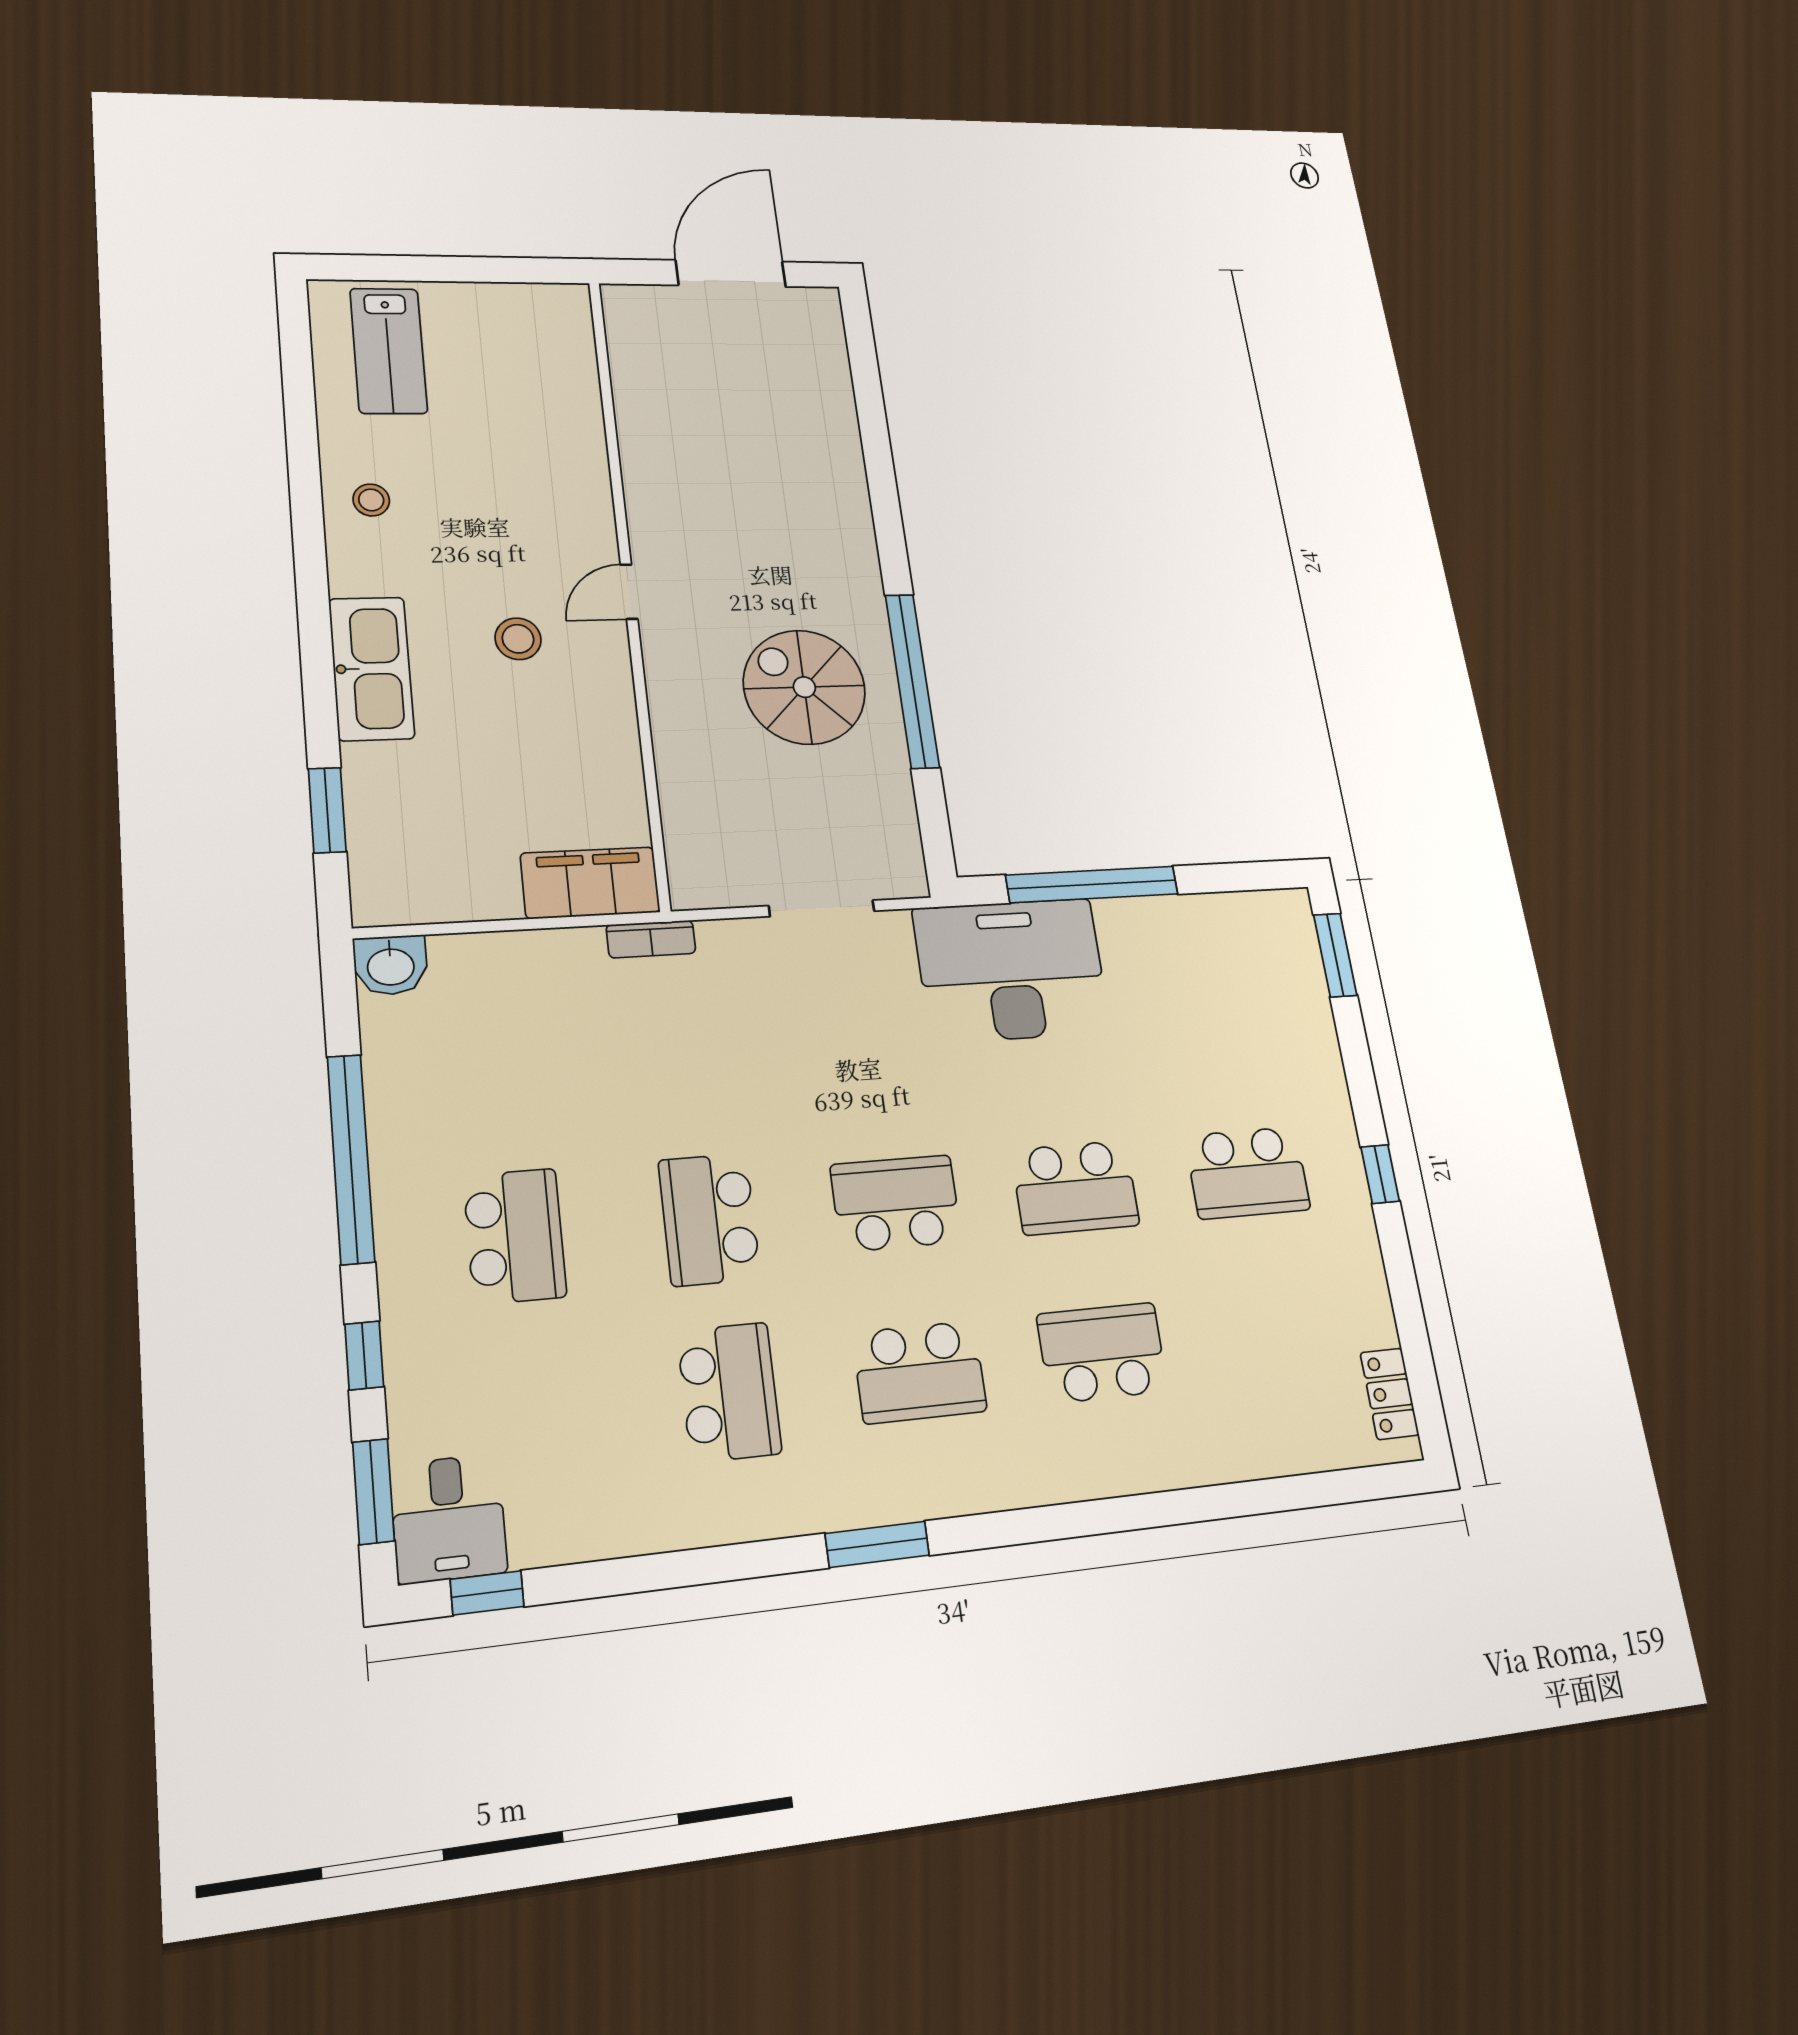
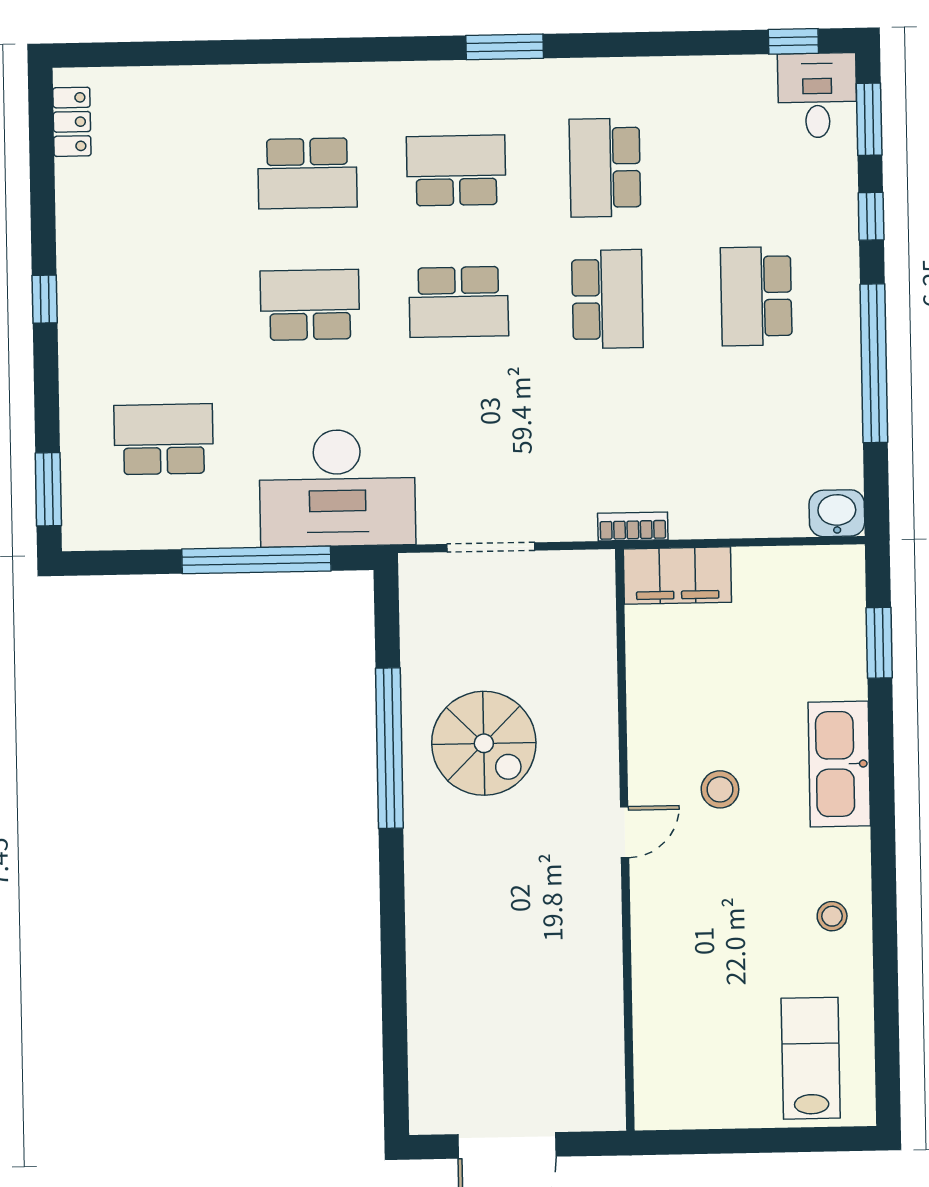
school desk: (1247, 1173) -> (164, 439), moved

